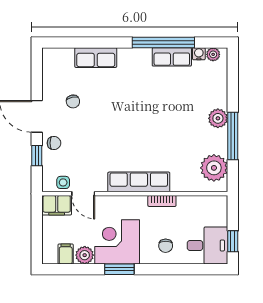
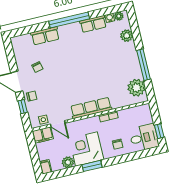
window: (163, 42) -> (69, 20), moved
plant: (218, 118) -> (127, 36), moved
filing cabinet: (66, 254) -> (46, 167), moved

